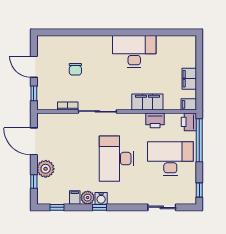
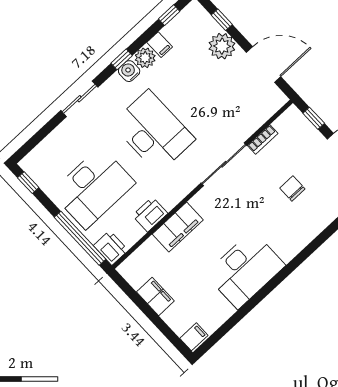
filing cabinet: (189, 104) -> (194, 337), moved
sliding door: (162, 207) -> (79, 99), moved

